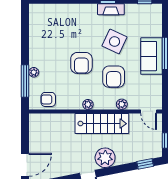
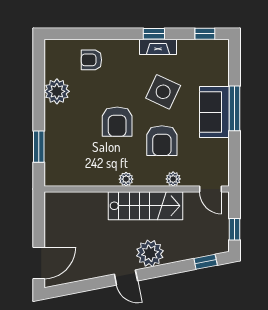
plant: (34, 72) -> (57, 91), moved, width x1.88, depth x1.88
window: (25, 81) -> (39, 147), width x0.69
armchair: (48, 99) -> (91, 60), moved

